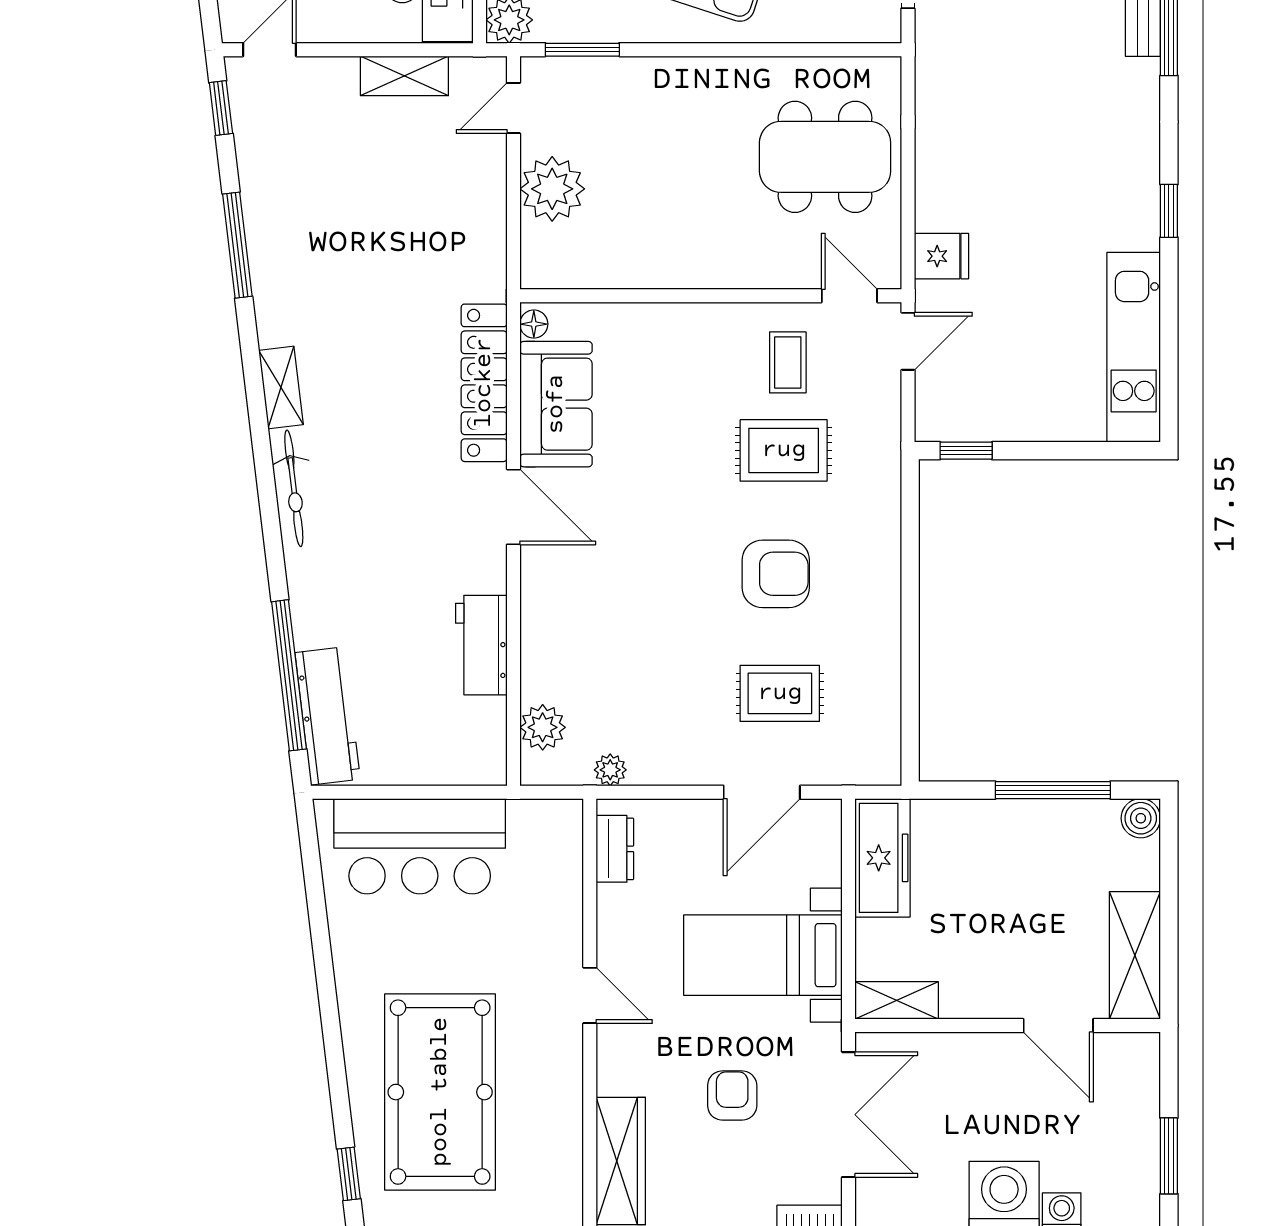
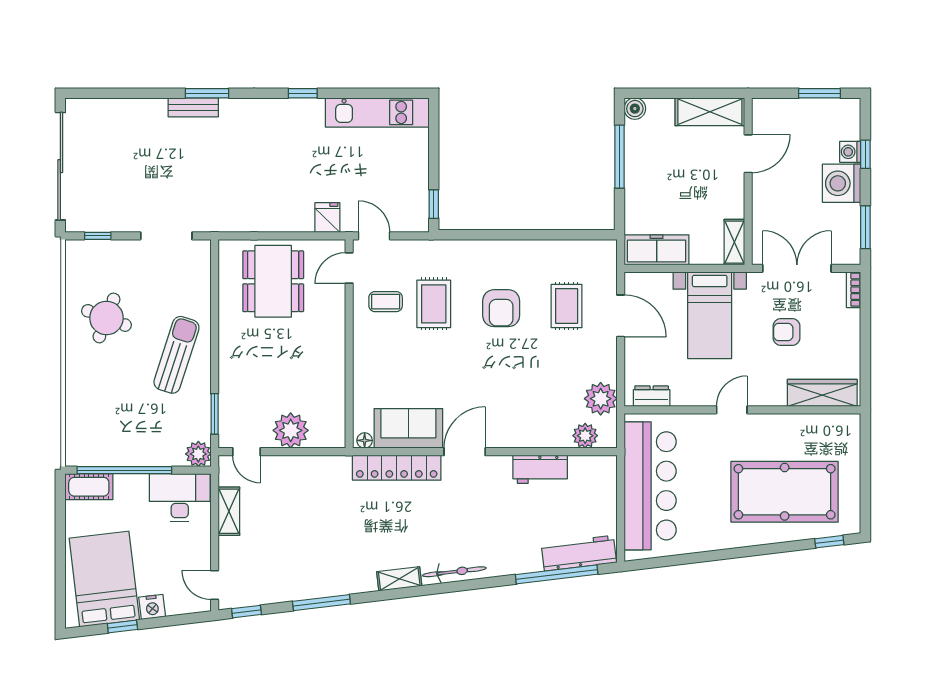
armchair: (776, 574) -> (501, 308), turned 180
plant: (610, 770) -> (601, 399), width x1.87, depth x1.87
bar counter: (420, 846) -> (650, 486), width x1.36

